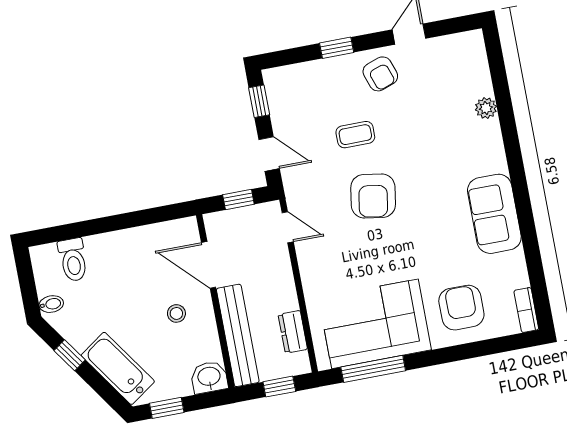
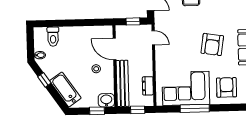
armchair: (373, 196) -> (212, 44), moved
window: (373, 369) -> (195, 108), moved
window: (167, 408) -> (97, 111), moved

